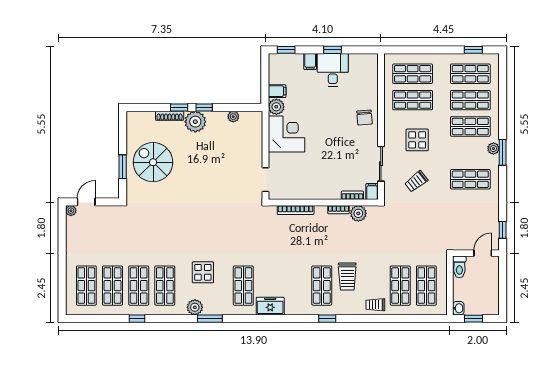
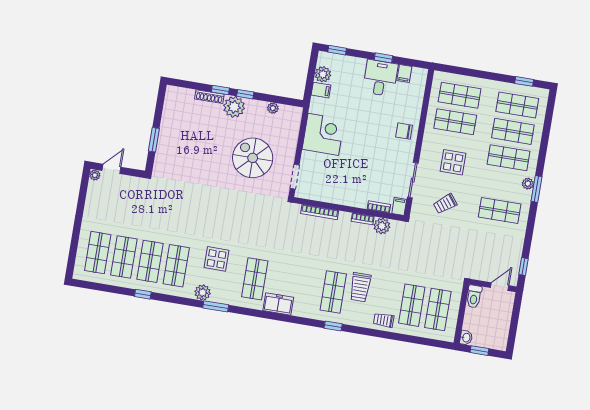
filing cabinet: (310, 62) -> (404, 73), moved
plant: (276, 107) -> (323, 74), moved
chair: (365, 118) -> (404, 131), turned 95
spiral stairs: (153, 162) -> (253, 158), moved

